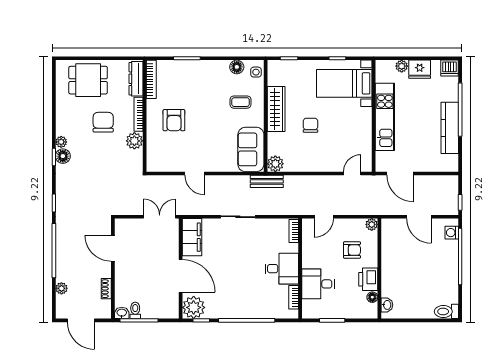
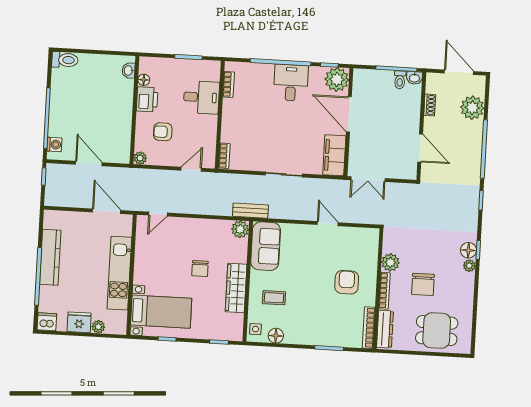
desk: (282, 269) -> (291, 83), moved, turned 90
plant: (61, 288) -> (472, 108), width x1.87, depth x1.87

